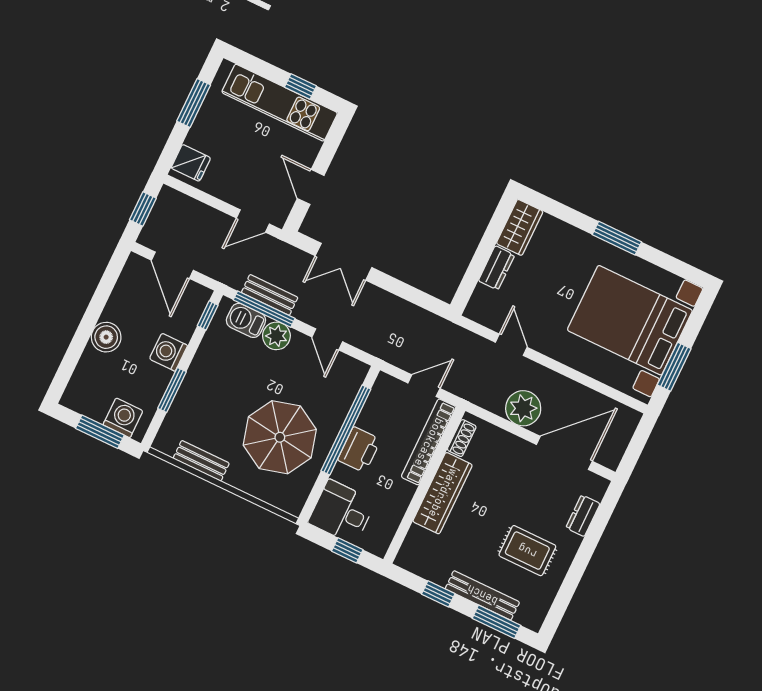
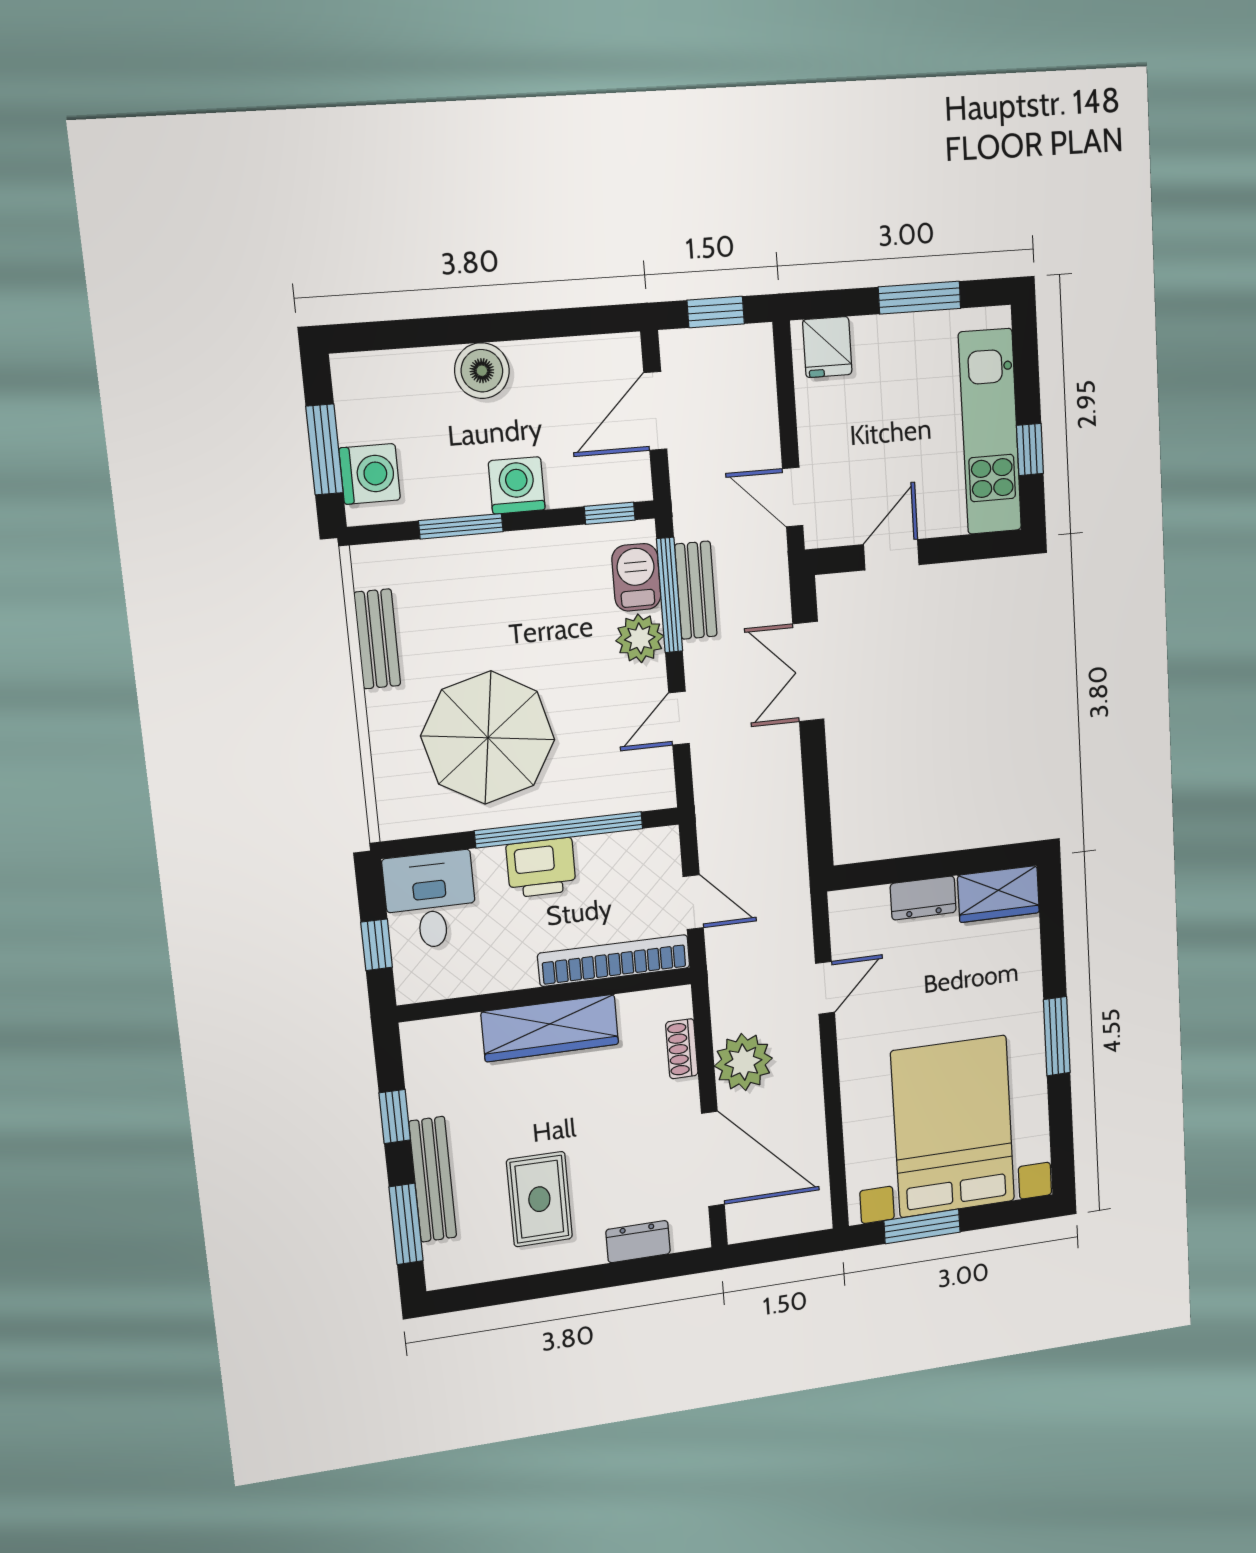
shoe rack: (462, 438) -> (682, 1049), moved, turned 90

